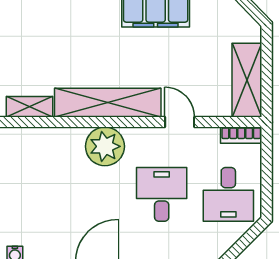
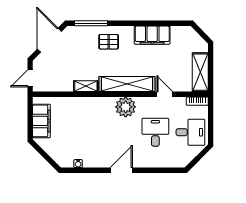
pallet: (73, 22) -> (109, 42), added
desk: (228, 194) -> (190, 132), turned -90

